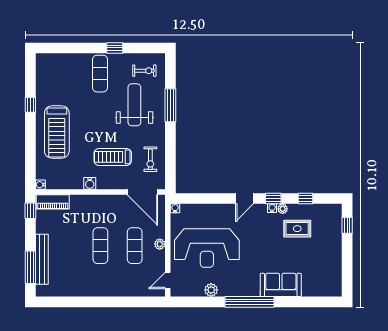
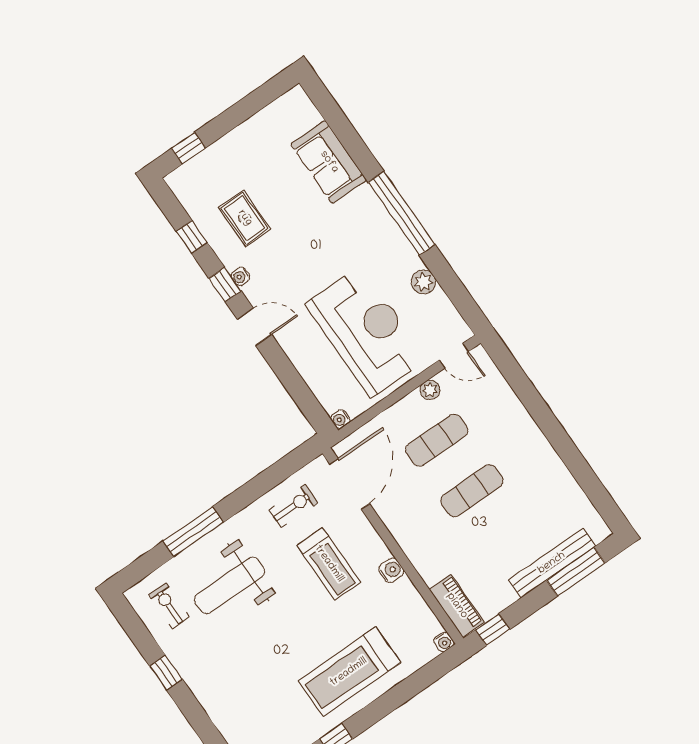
exercise mat: (100, 74) -> (219, 668), removed
treadmill: (57, 132) -> (349, 672), turned 180
plant: (283, 209) -> (230, 260), removed
plant: (160, 244) -> (430, 390), moved
sofa: (281, 285) -> (329, 162), moved

